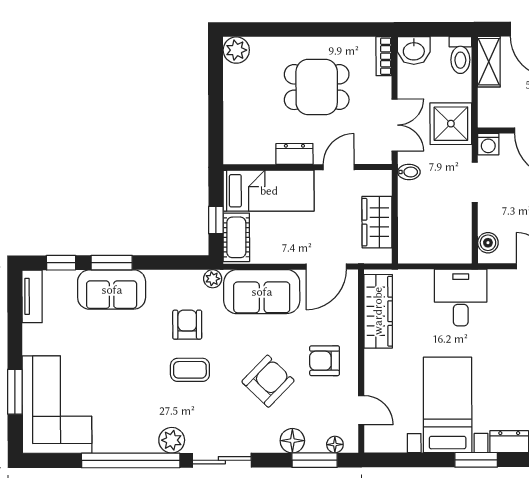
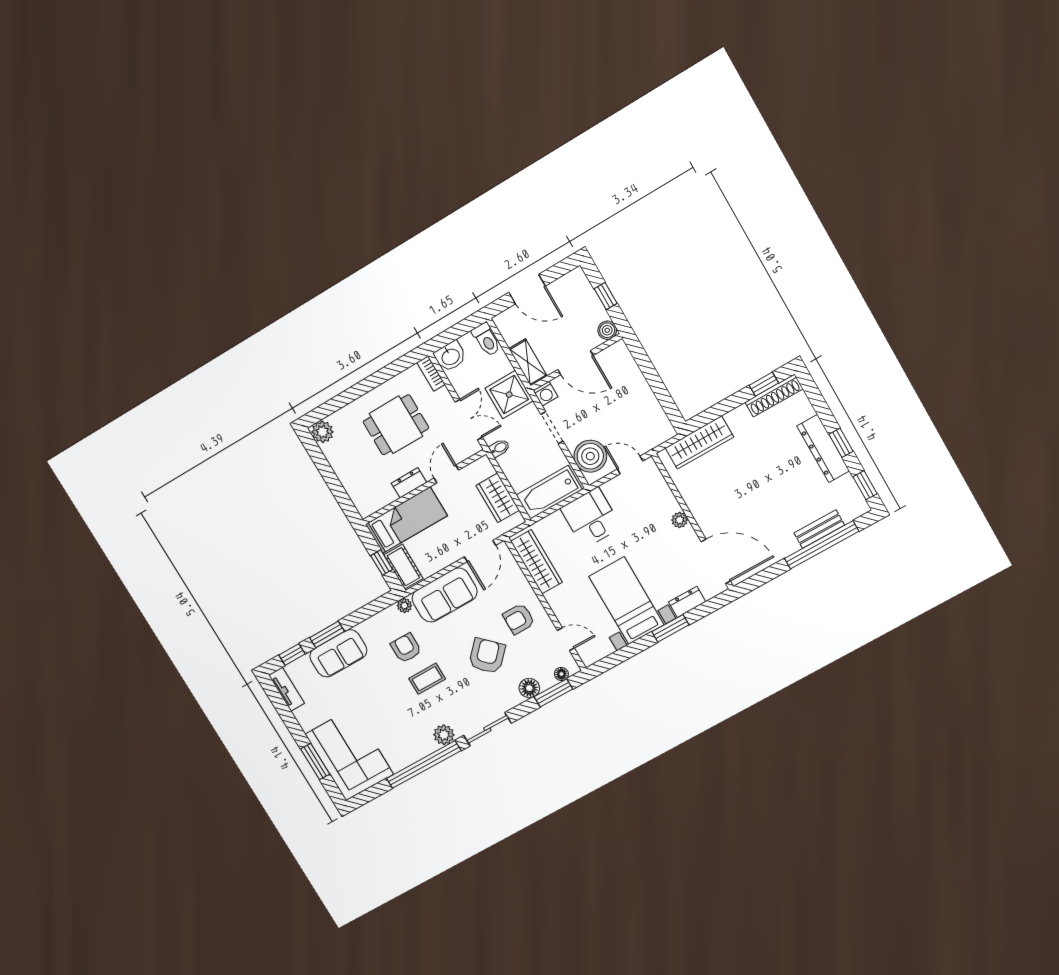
shelving: (489, 62) -> (528, 362), moved
boiler: (488, 243) -> (590, 456), width x1.86, depth x1.86
bathtub: (433, 247) -> (549, 492), added

